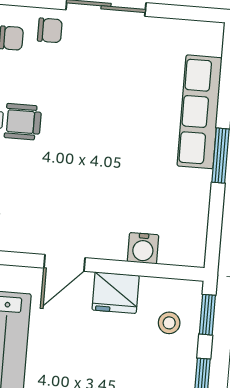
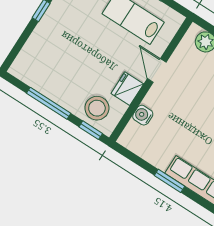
stool: (169, 323) -> (97, 108), width x1.89, depth x1.89

